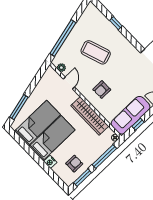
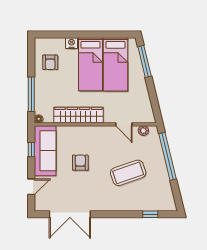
window: (116, 23) -> (150, 214), moved
armchair: (102, 90) -> (80, 163), moved
window: (82, 178) -> (31, 58), removed

